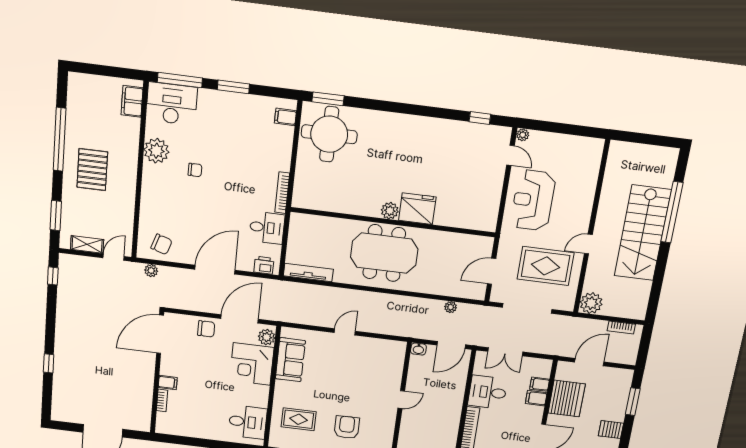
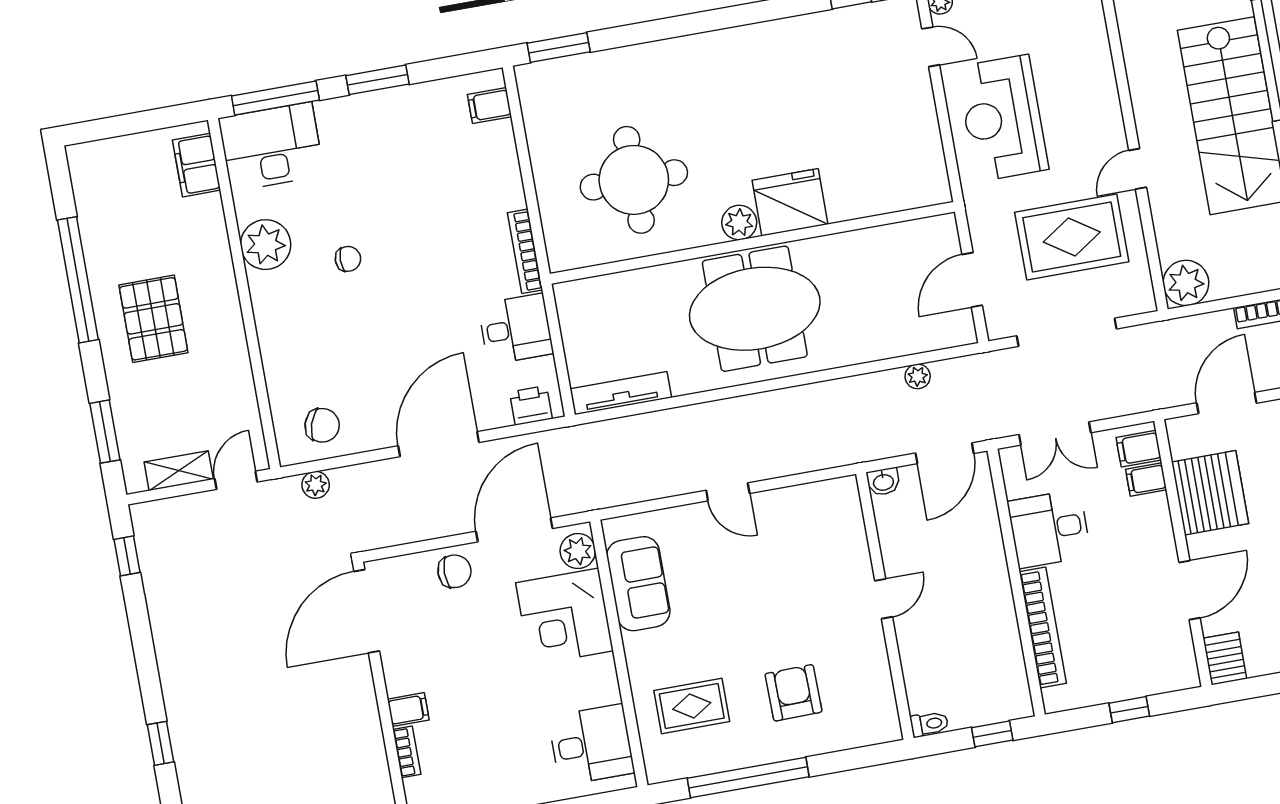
round table: (329, 134) -> (634, 180), moved
door: (345, 332) -> (728, 492), swing flipped
filing cabinet: (536, 398) -> (1139, 449), moved

